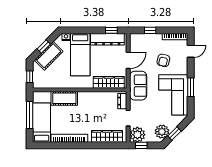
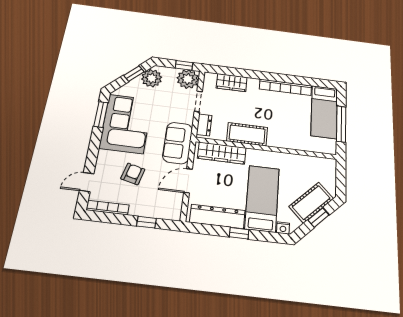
window: (111, 30) -> (239, 233), moved
window: (30, 77) -> (341, 176), removed
window: (191, 87) -> (101, 114), moved
cot: (64, 98) -> (247, 134), moved
wardrobe: (107, 136) -> (232, 83), width x0.67

